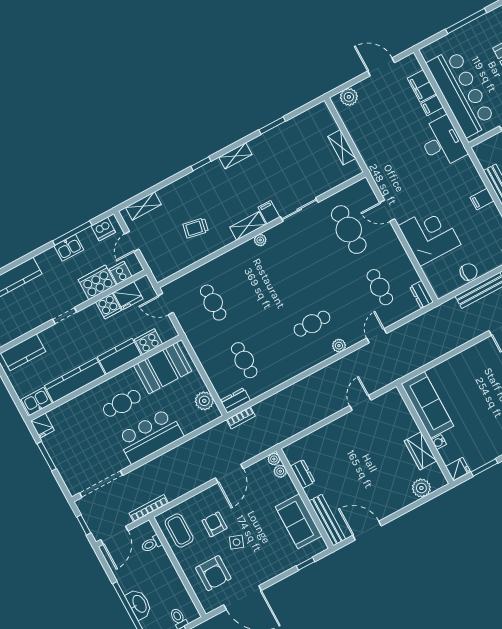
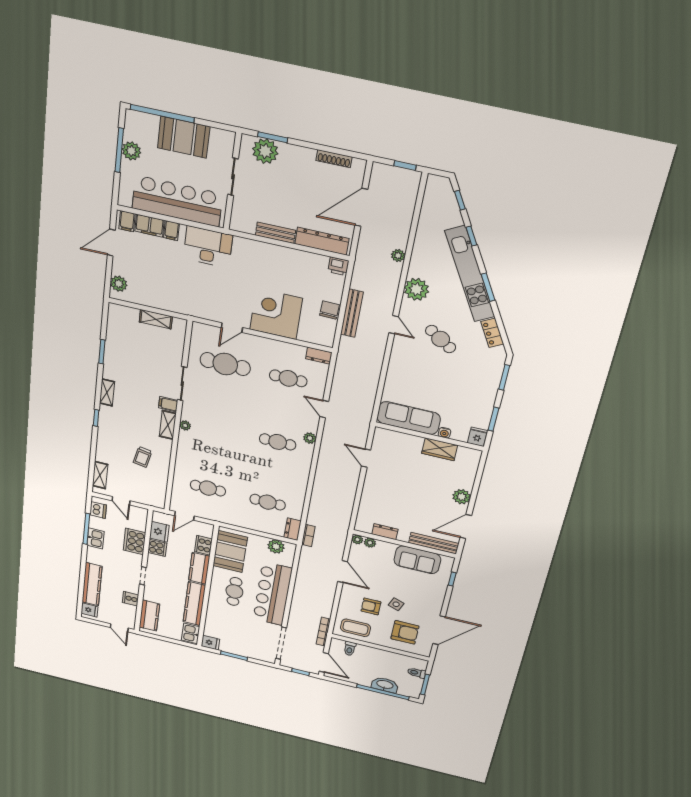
plant: (473, 30) -> (131, 151), added
filing cabinet: (482, 199) -> (127, 221), moved
cooker: (121, 273) -> (131, 599), moved
cafe table: (312, 324) -> (278, 442), turned 90
bar counter: (150, 436) -> (273, 594), width x1.36
plant: (421, 488) -> (462, 497), moved

